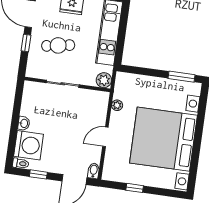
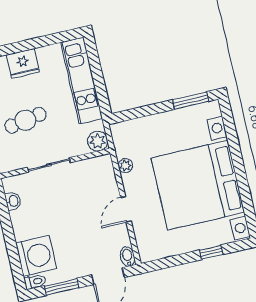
washbasin: (24, 123) -> (13, 201), moved
window: (38, 174) -> (62, 287), width x1.50
window: (135, 188) -> (211, 252), moved

